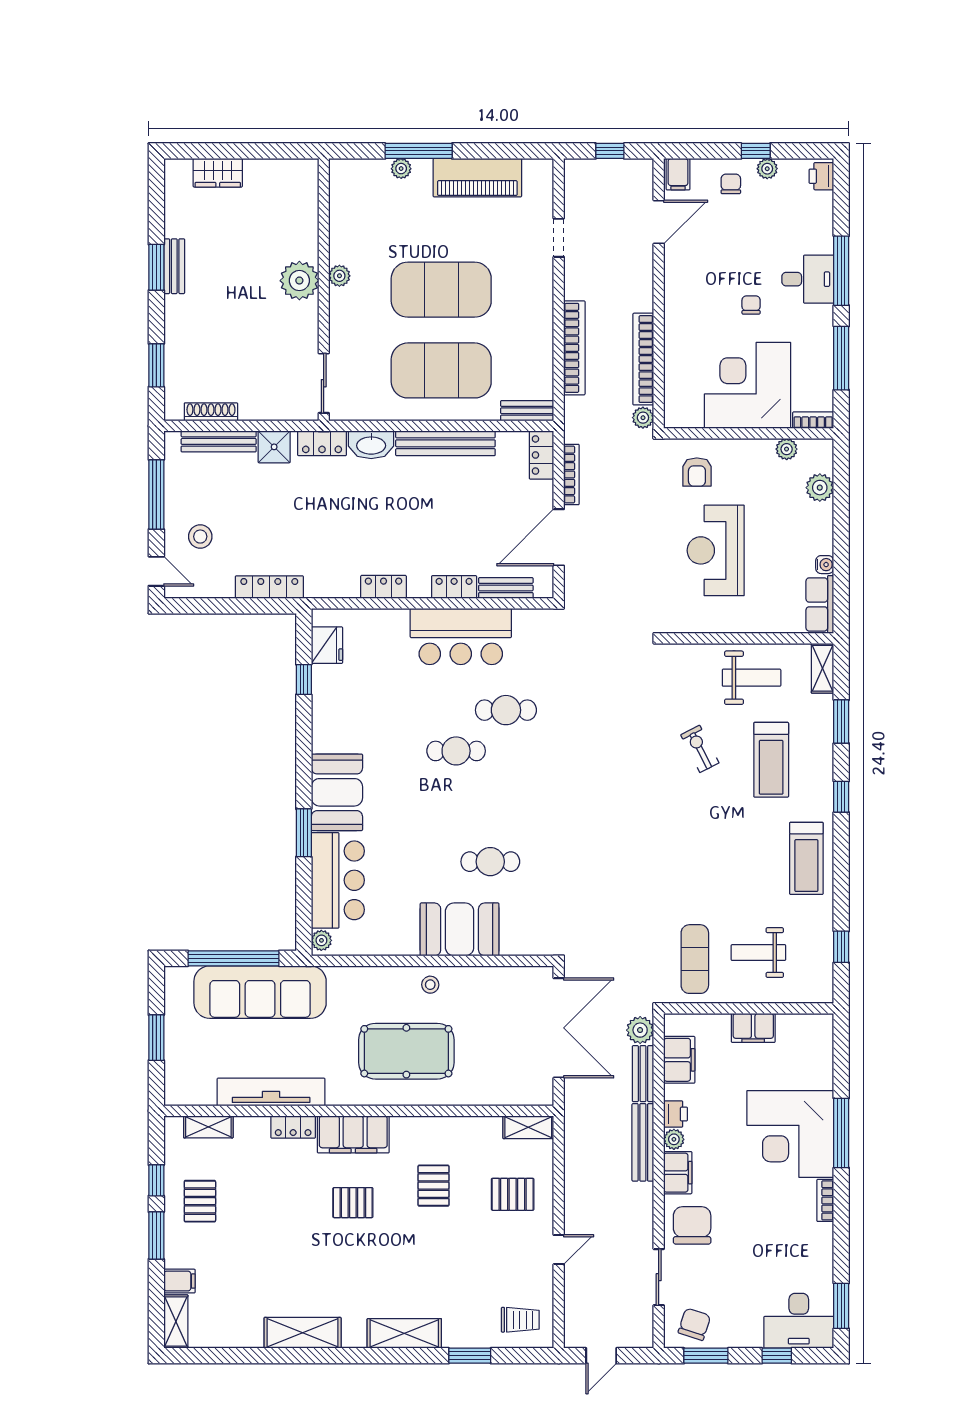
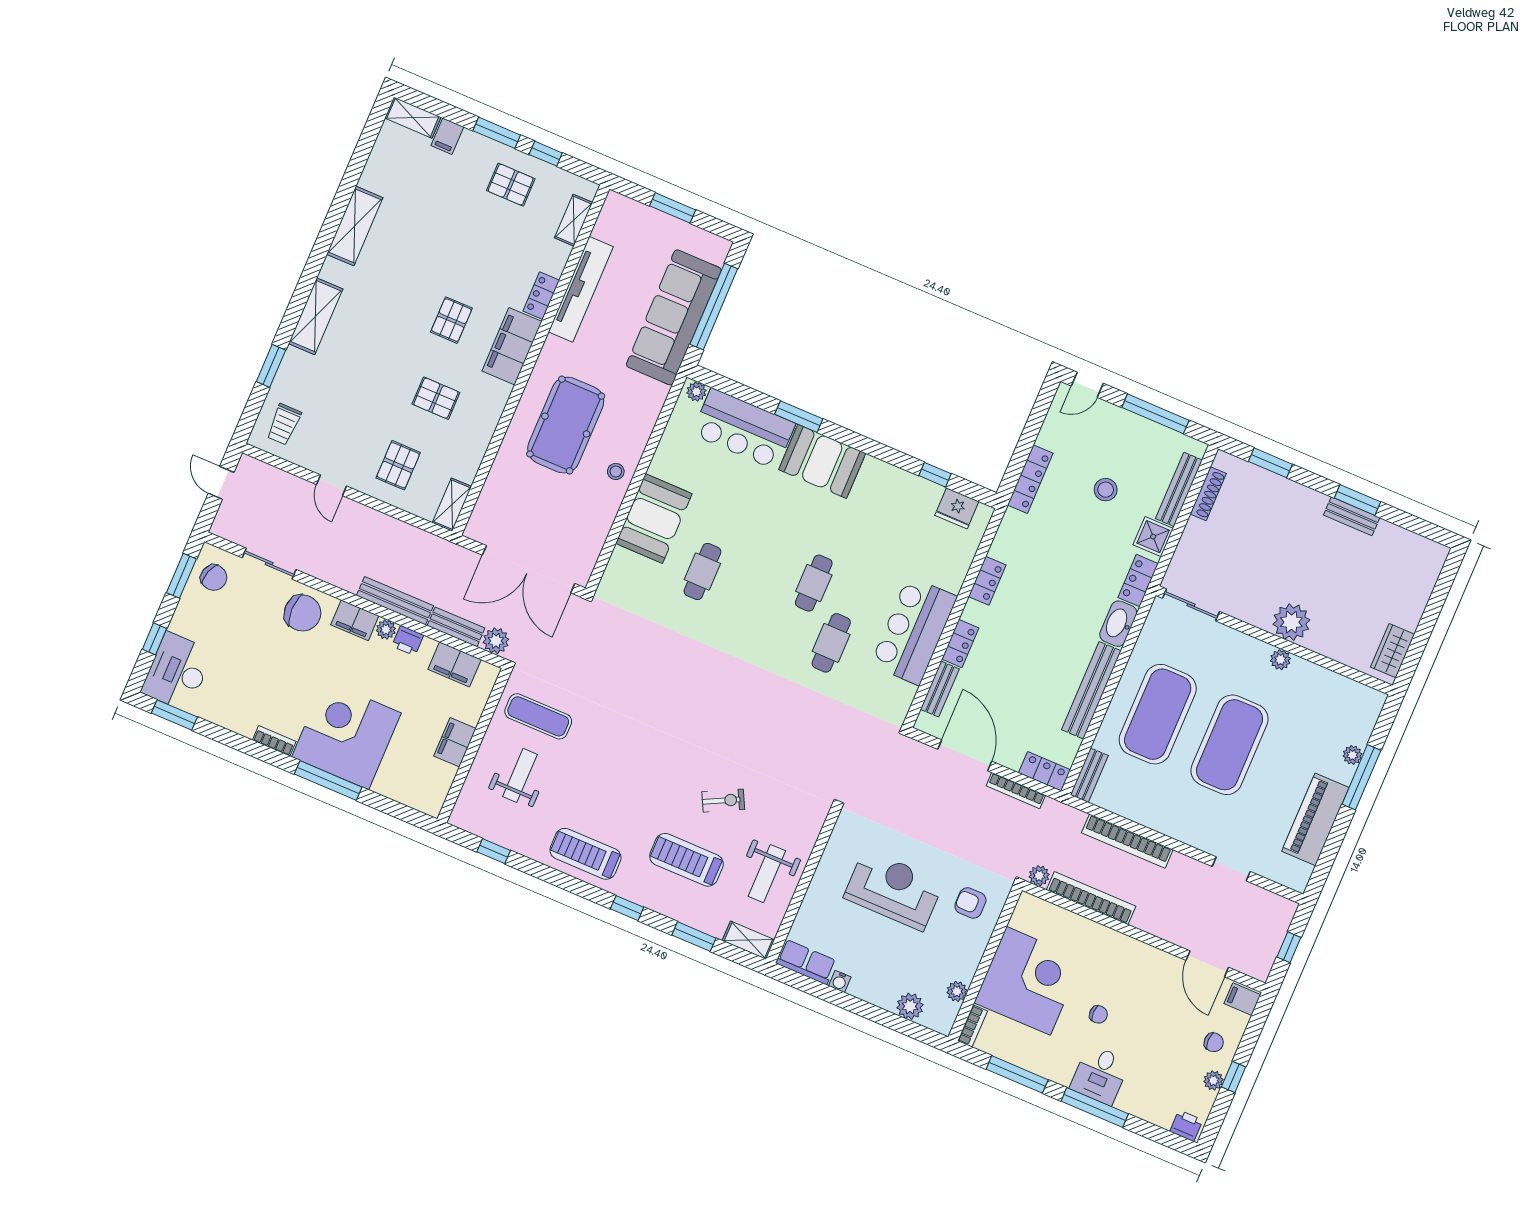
wardrobe: (218, 173) -> (1393, 651), moved
stool: (200, 537) -> (1106, 490), moved

